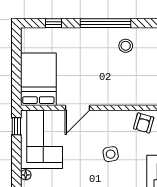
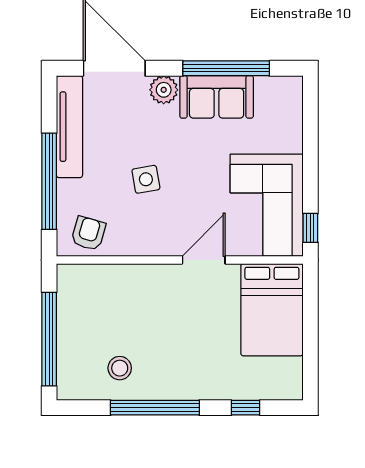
floor lamp: (26, 175) -> (294, 143), removed

